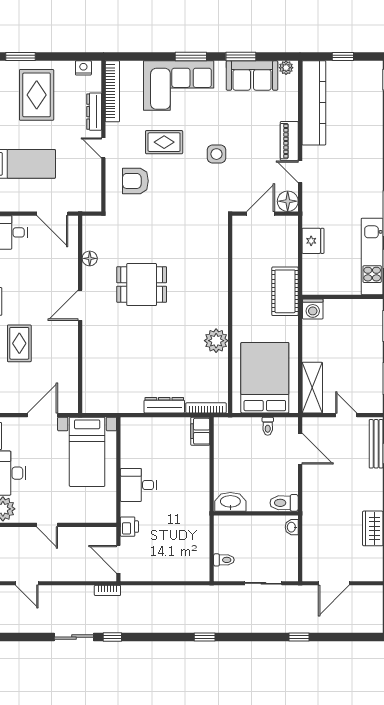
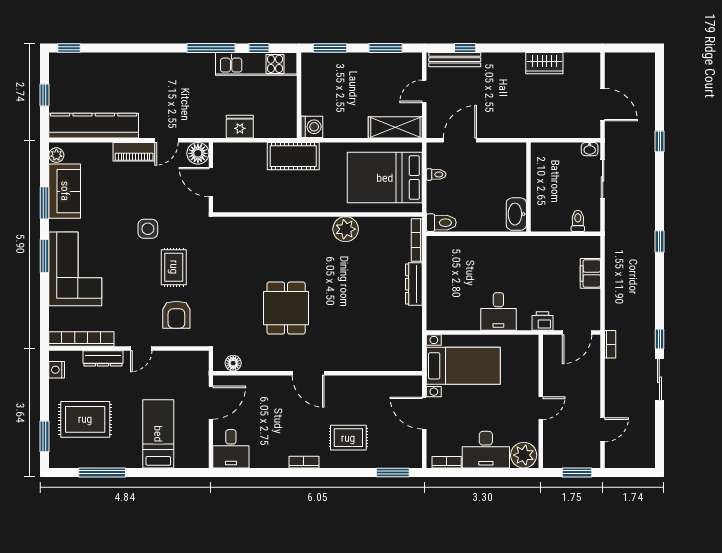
rug: (164, 142) -> (174, 267), moved
floor lamp: (90, 258) -> (233, 363), moved
filing cabinet: (200, 431) -> (590, 273), moved, turned 90
toilet: (284, 503) -> (441, 223), moved, turned -90
washbasin: (292, 527) -> (590, 149), moved

